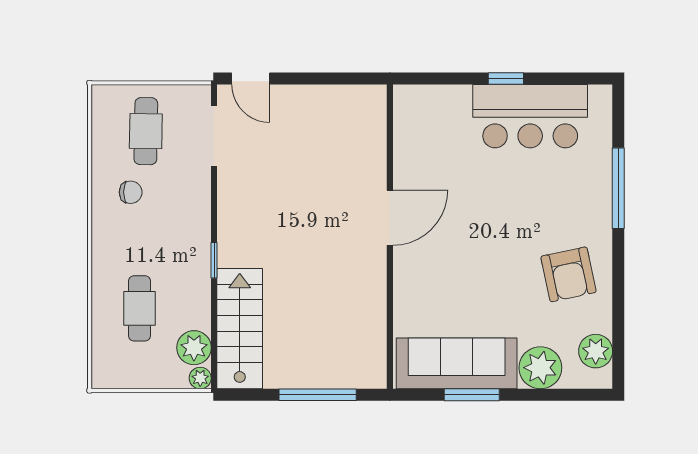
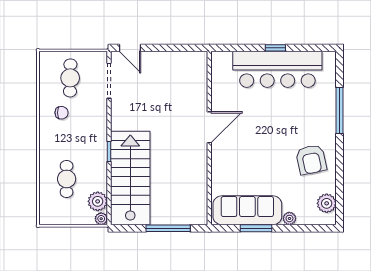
bar counter: (530, 116) -> (277, 69), width x1.36
stairs: (240, 329) -> (130, 178), width x1.36, depth x1.51
plant: (540, 368) -> (289, 218), width x0.53, depth x0.53

